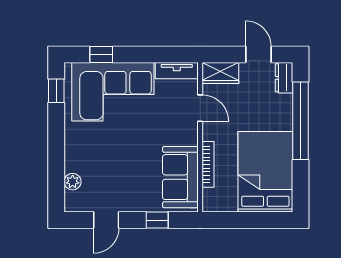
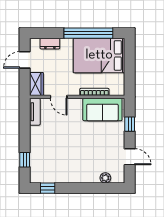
dresser: (284, 78) -> (50, 44), moved
corner sofa: (113, 92) -> (48, 152), removed
door: (200, 108) -> (59, 97), swing flipped
window: (301, 121) -> (88, 33), moved

